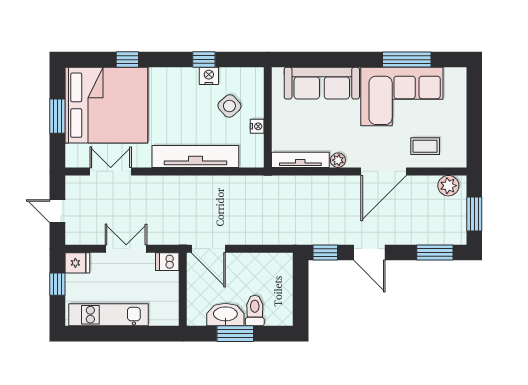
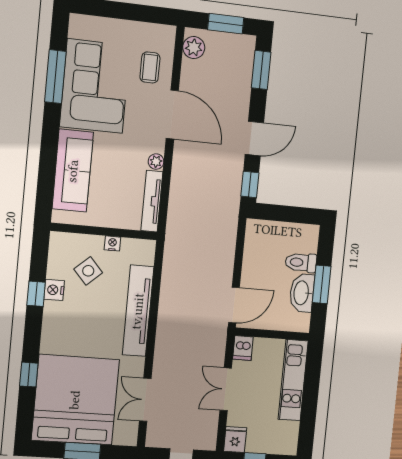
kitchen unit: (109, 315) -> (293, 380), moved

